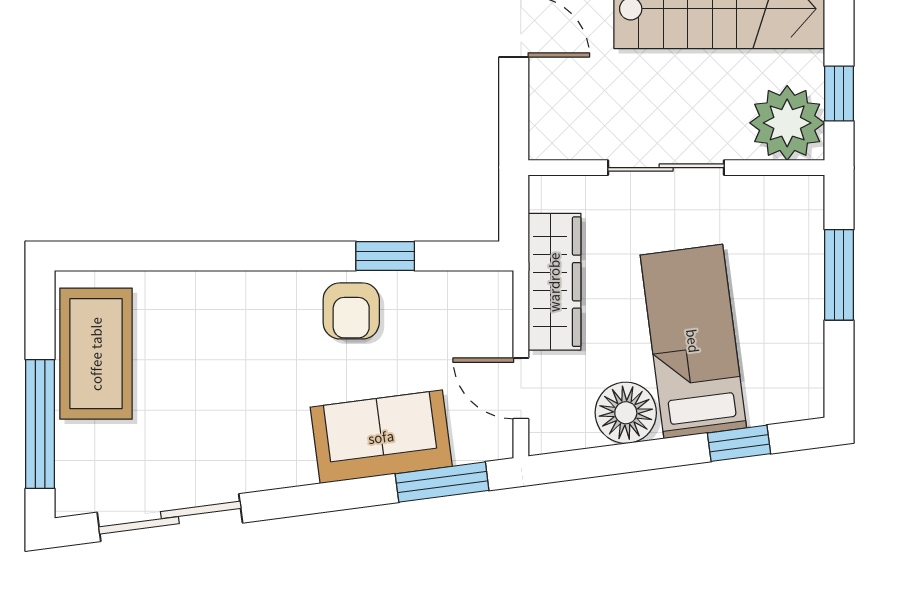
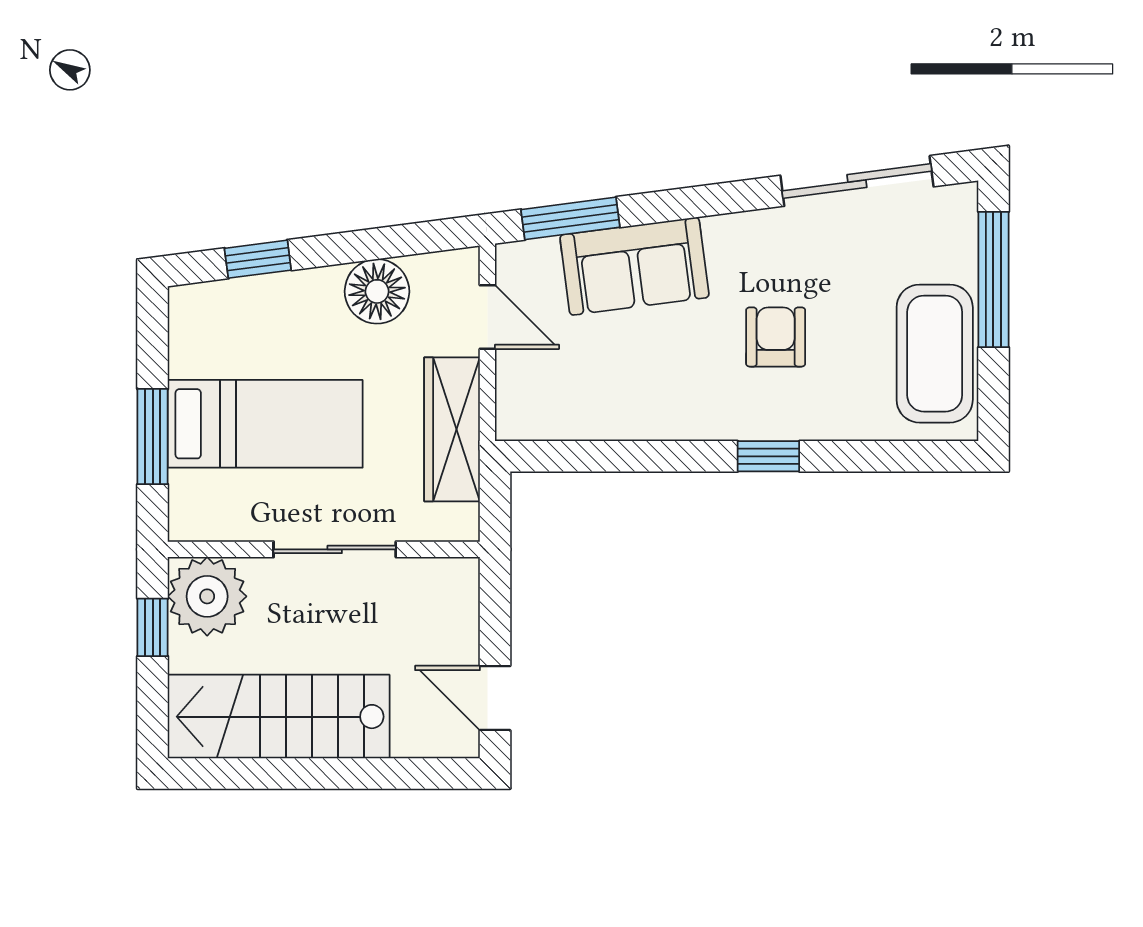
window: (385, 256) -> (768, 456), moved
armchair: (351, 311) -> (776, 337), moved
bed: (693, 341) -> (265, 424), moved, turned -83

